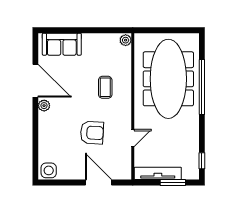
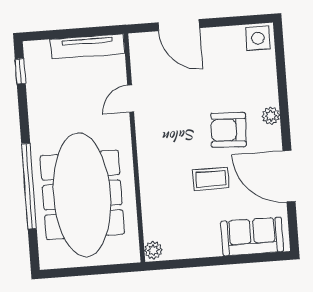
coffee table: (105, 87) -> (211, 179), moved, turned 90
plant: (44, 106) -> (271, 116), moved
armchair: (92, 133) -> (229, 130), moved
window: (173, 183) -> (63, 34), removed

